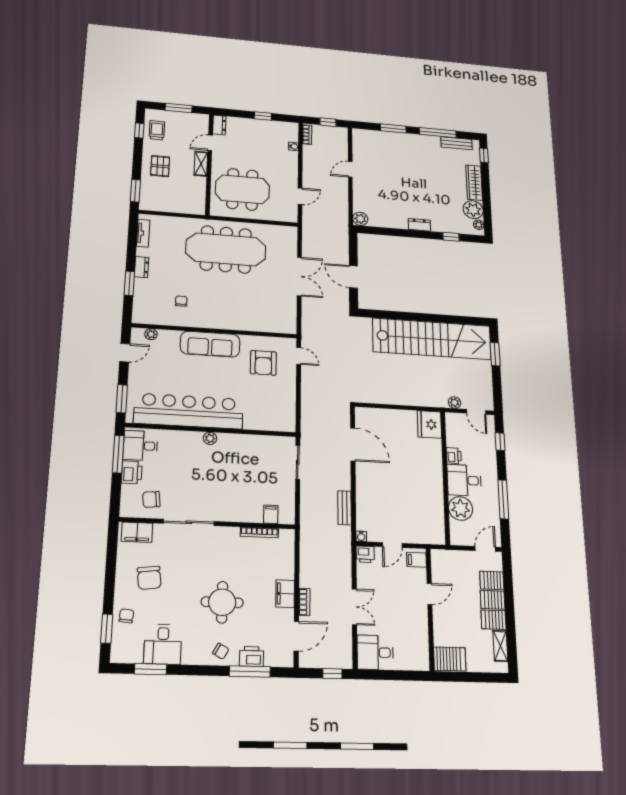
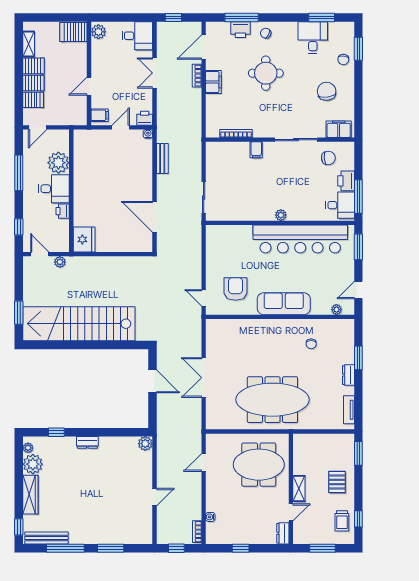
bench: (457, 143) -> (46, 538), width x1.36
filing cabinet: (271, 514) -> (256, 150), moved
plant: (421, 658) -> (98, 32), added

